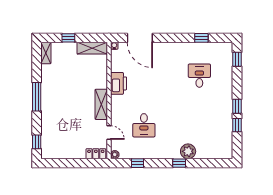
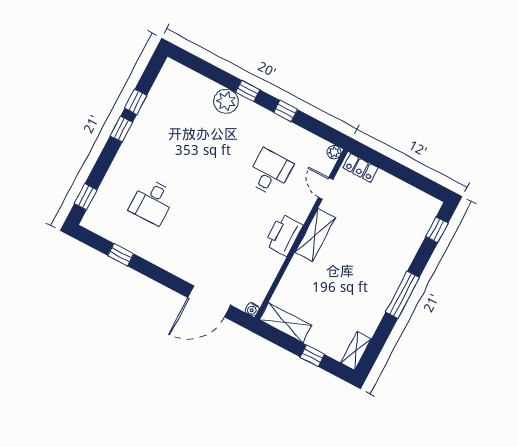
door: (140, 38) -> (209, 301), swing flipped
printer: (119, 83) -> (284, 235), moved
window: (137, 163) -> (286, 111), moved

